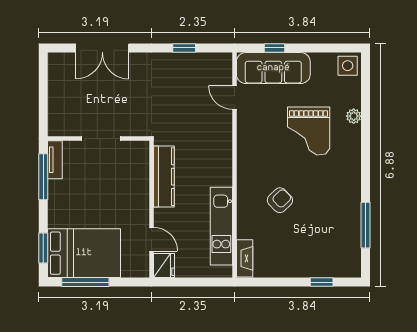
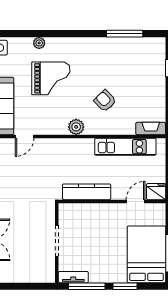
plant: (247, 163) -> (76, 127), added
window: (43, 248) -> (125, 286), moved

